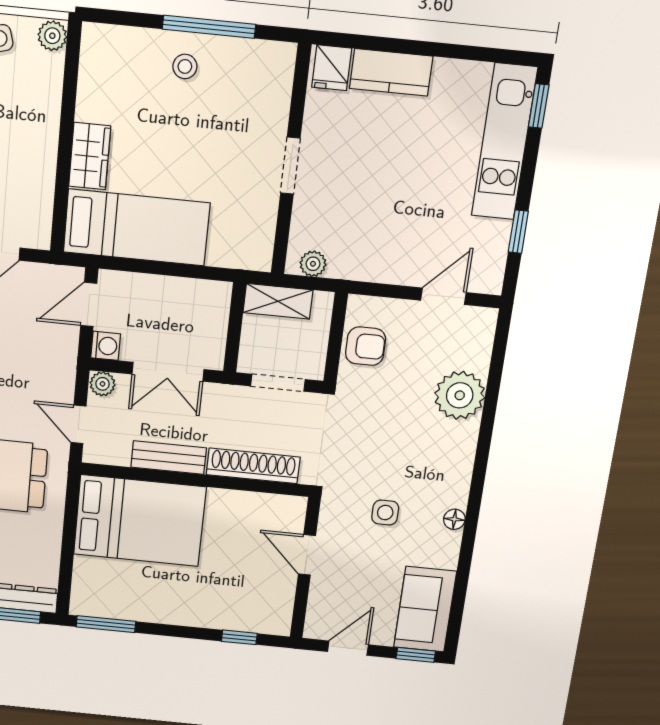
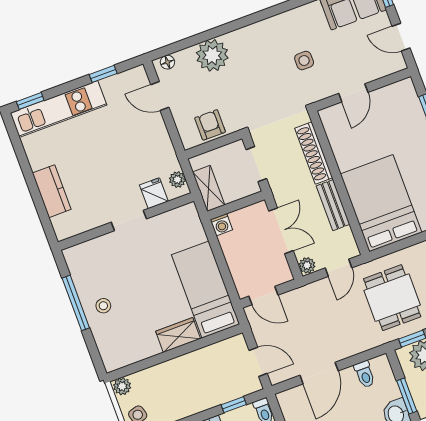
fridge: (332, 68) -> (154, 193), moved, turned -90
washing machine: (106, 346) -> (221, 225), moved, turned 180
floor lamp: (454, 519) -> (167, 62), moved

